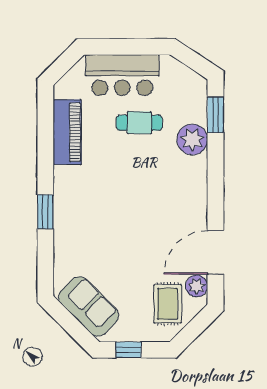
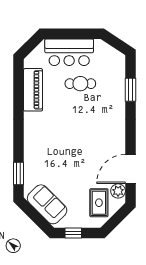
window: (215, 115) -> (130, 90), moved
plant: (192, 140) -> (115, 95), removed
window: (45, 212) -> (19, 173), moved

